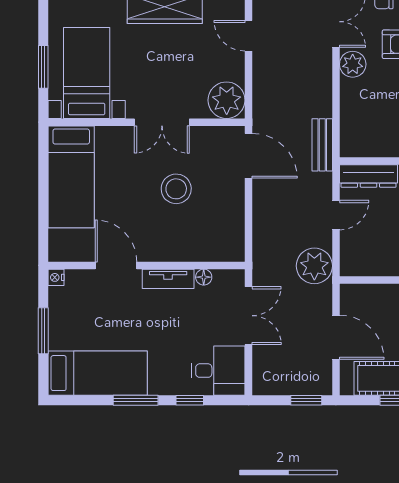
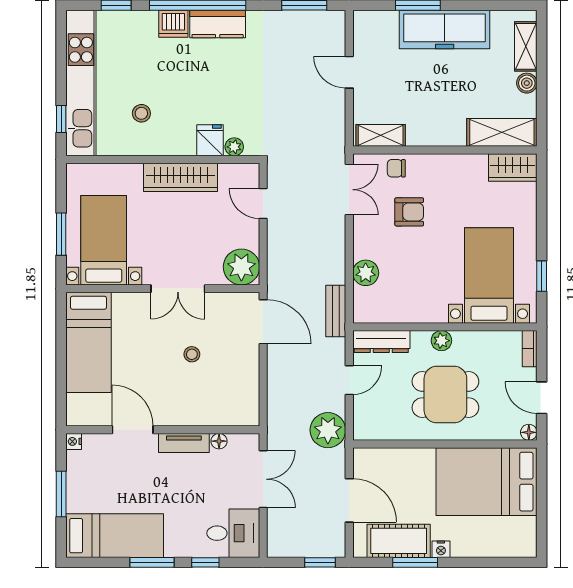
plant: (353, 64) -> (366, 273), moved
stool: (176, 189) -> (192, 354), width x0.53, depth x0.53

